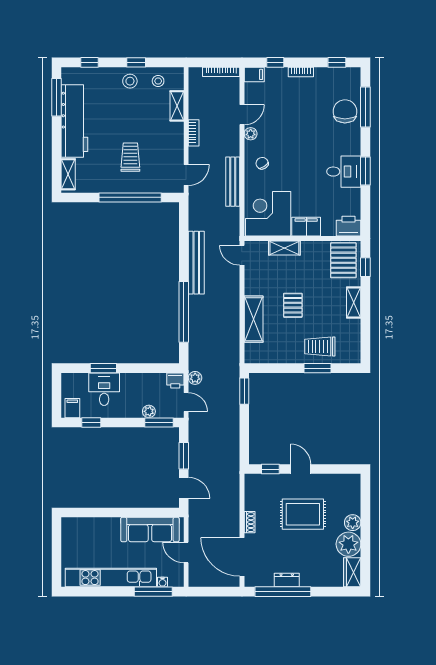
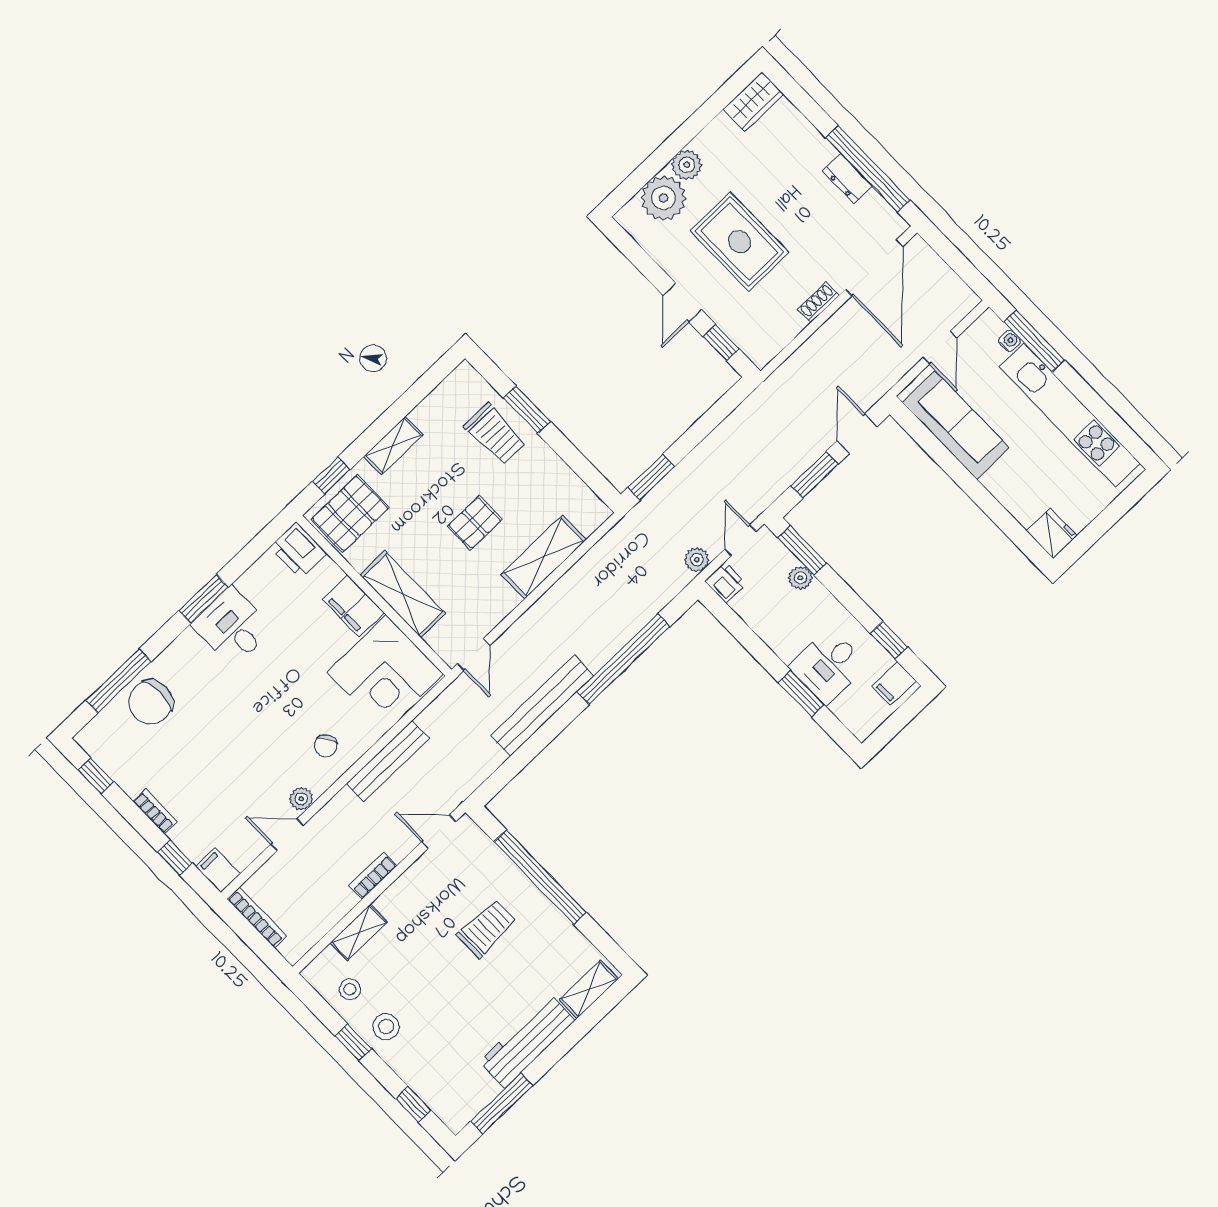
workbench: (74, 121) -> (527, 1041), width x0.73, depth x0.76
trolley: (130, 157) -> (487, 928), turned 180
shelving: (284, 248) -> (403, 594), width x1.50, depth x1.33
fridge: (72, 526) -> (1052, 533), added
plant: (348, 544) -> (663, 198), moved

